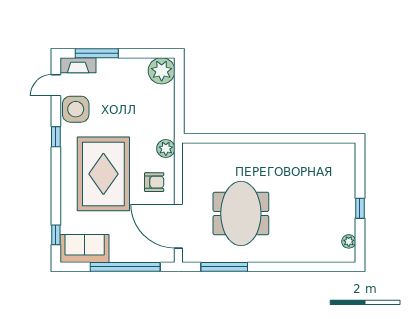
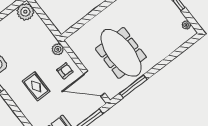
rug: (103, 174) -> (36, 86), width x0.54, depth x0.49
meeting table: (241, 213) -> (121, 53), width x1.36

